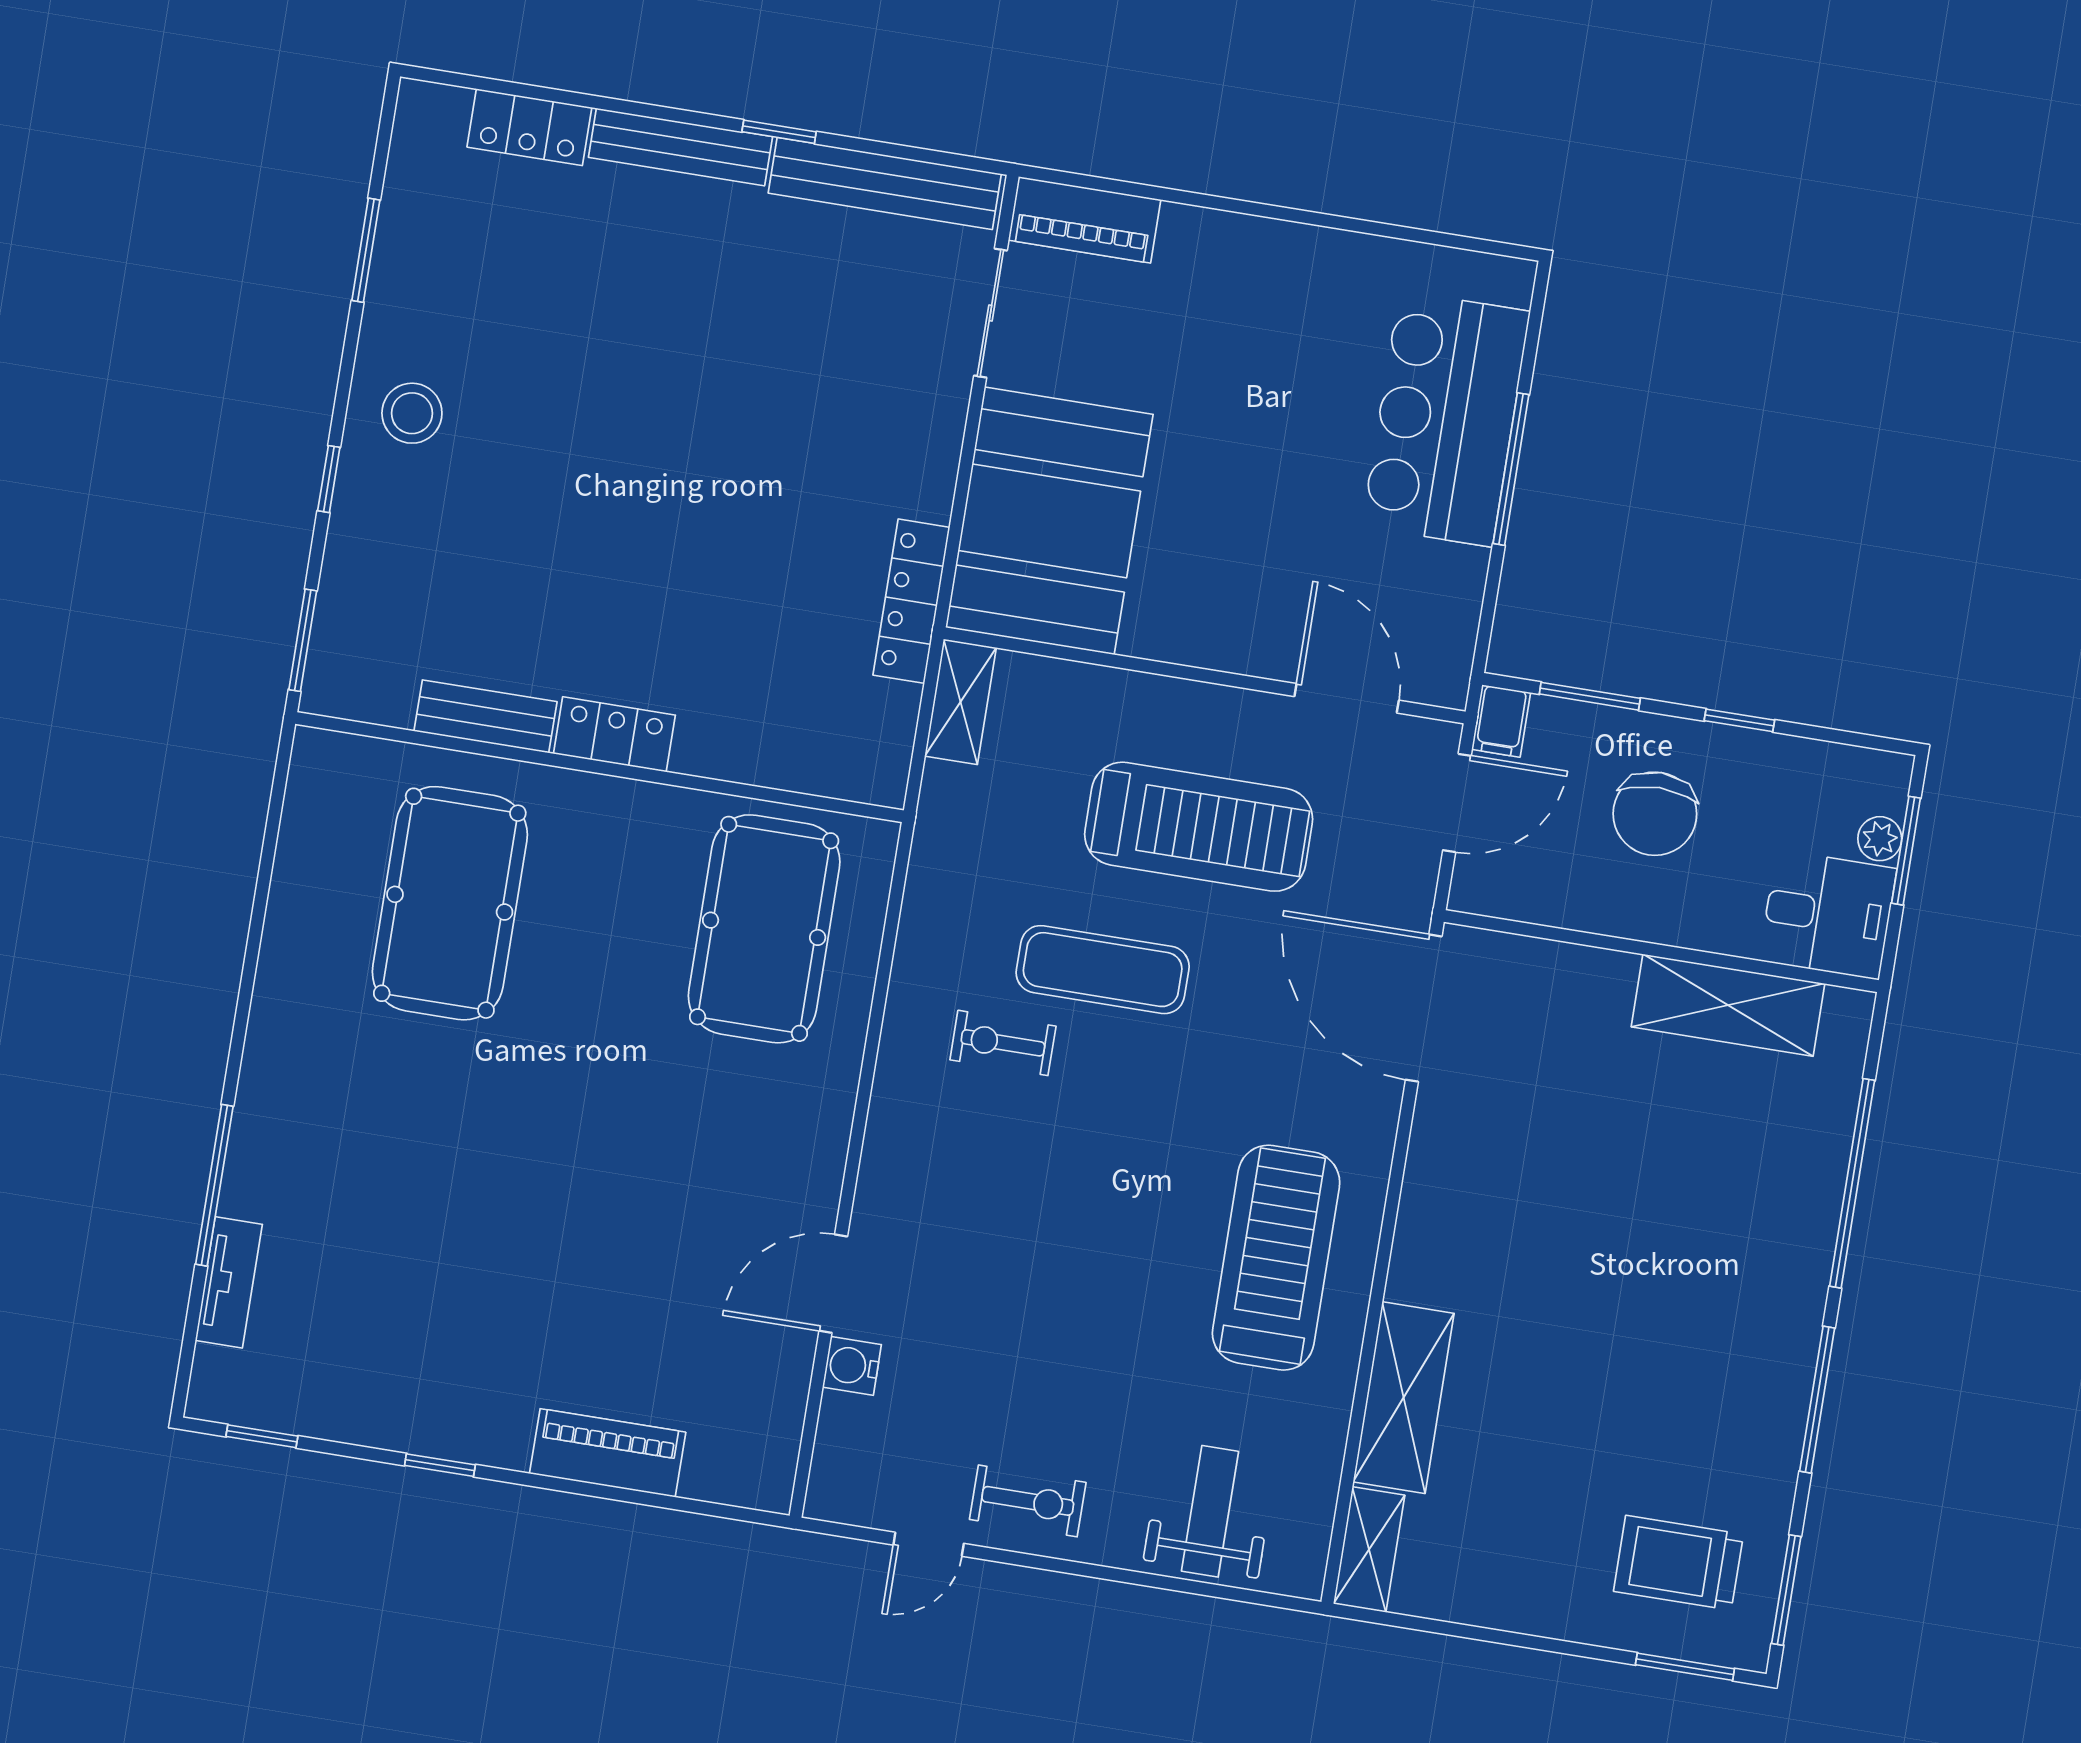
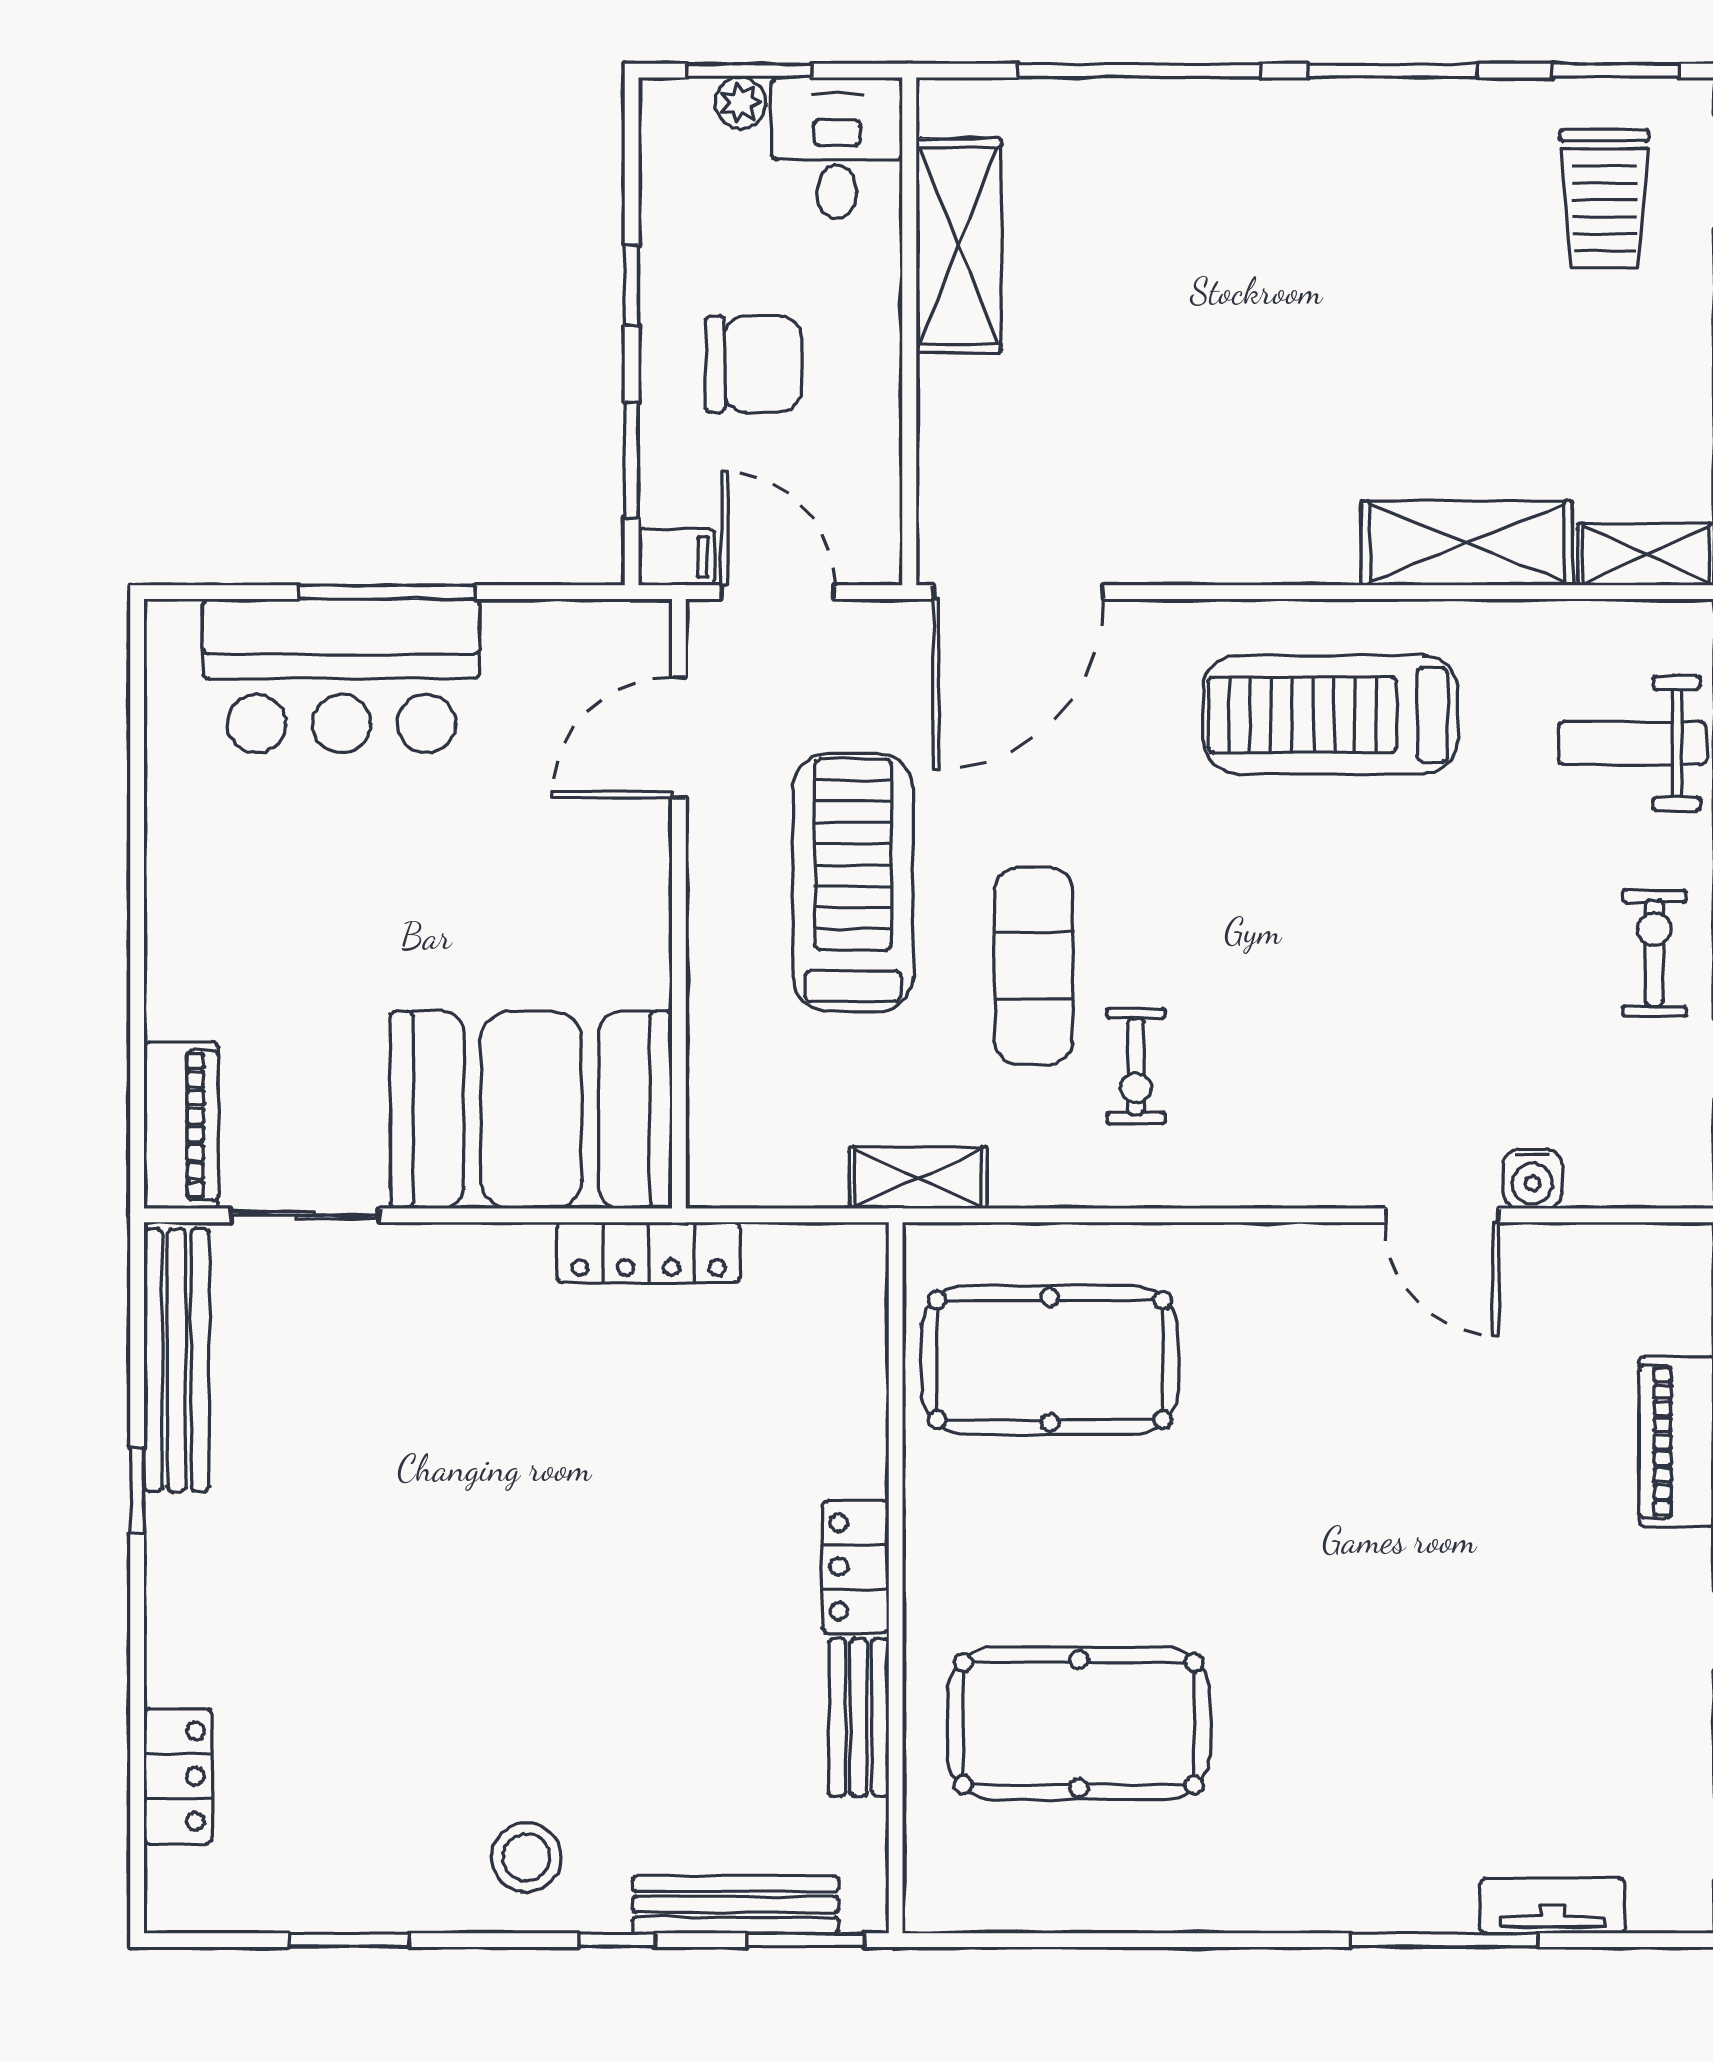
bench: (680, 147) -> (736, 1904), moved, turned 90
shelving: (960, 702) -> (918, 1178), moved

